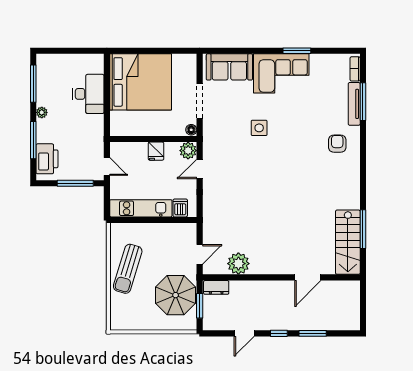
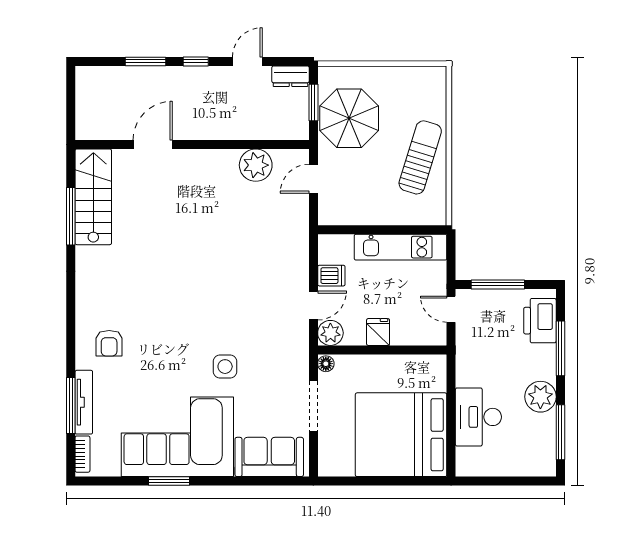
corner sofa: (281, 73) -> (177, 437), width x1.36, depth x1.36
plant: (42, 112) -> (540, 397), width x1.88, depth x1.88
dishwasher: (180, 208) -> (331, 276), moved, turned -90
dresser: (216, 287) -> (291, 76), moved, turned 180

